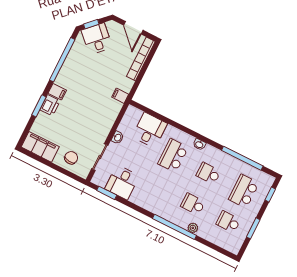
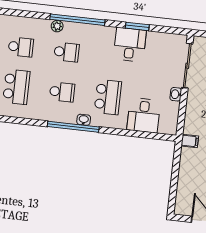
bookcase: (141, 59) -> (182, 190), removed
sliding door: (100, 157) -> (187, 66), width x1.37
window: (242, 158) -> (73, 127), moved
desk: (122, 182) -> (130, 45), moved
window: (107, 193) -> (137, 26), moved

